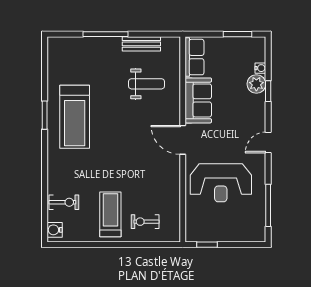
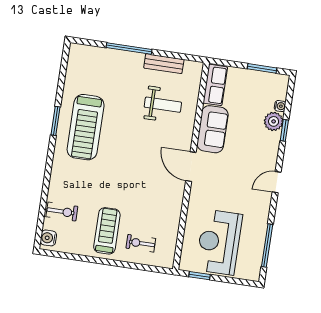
reception desk: (221, 183) -> (219, 242), moved, turned 90

